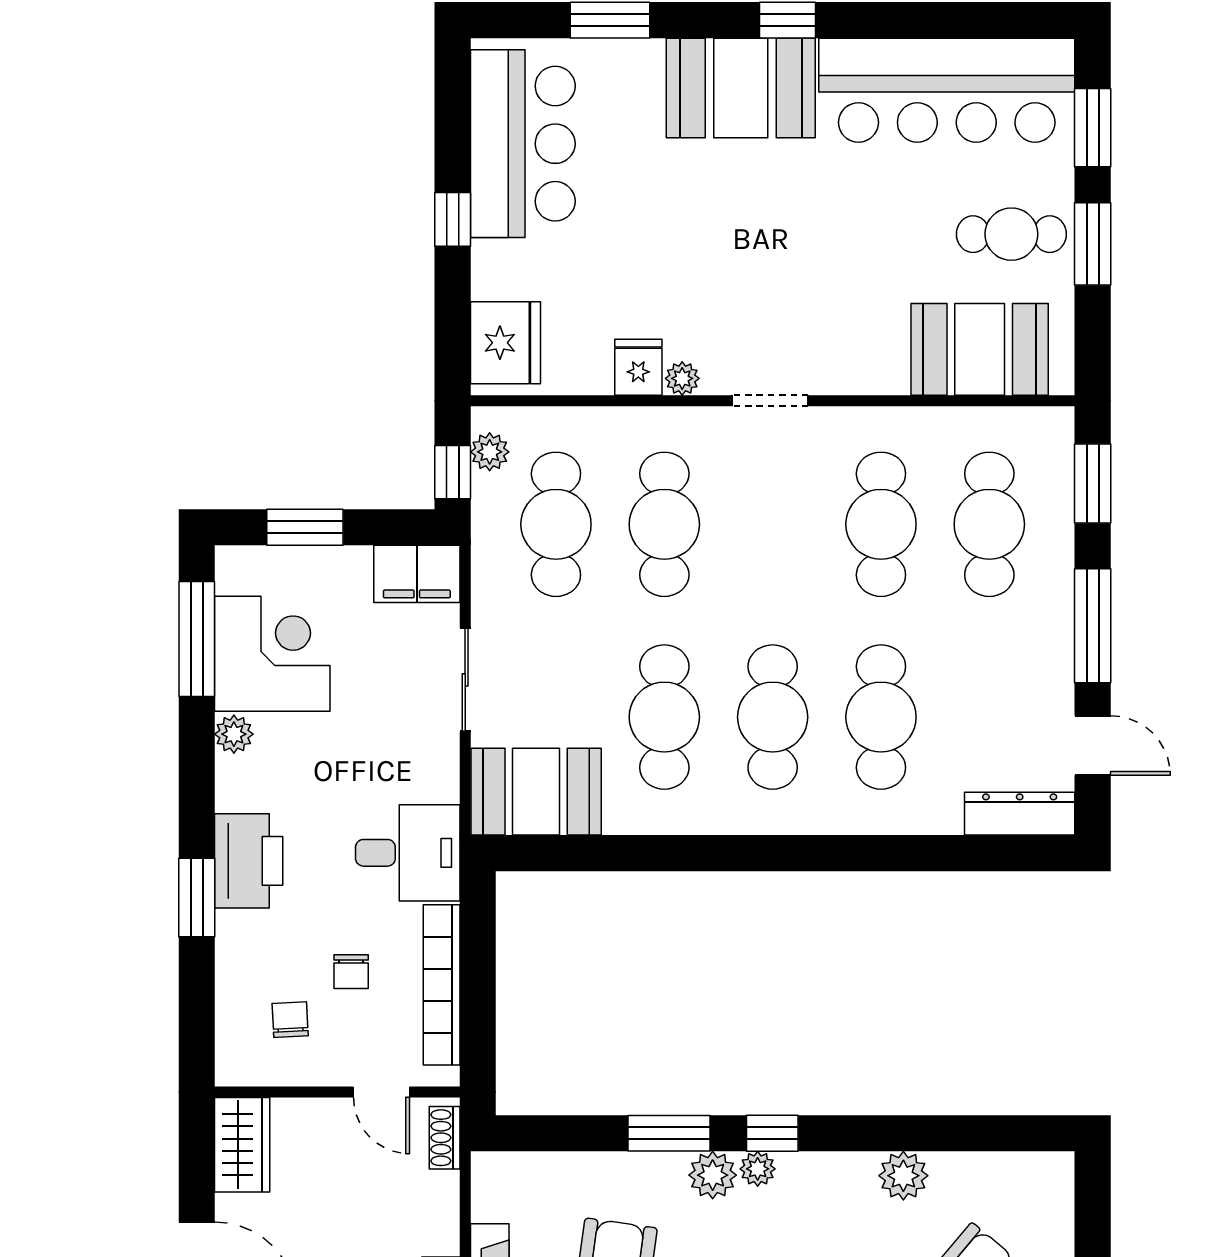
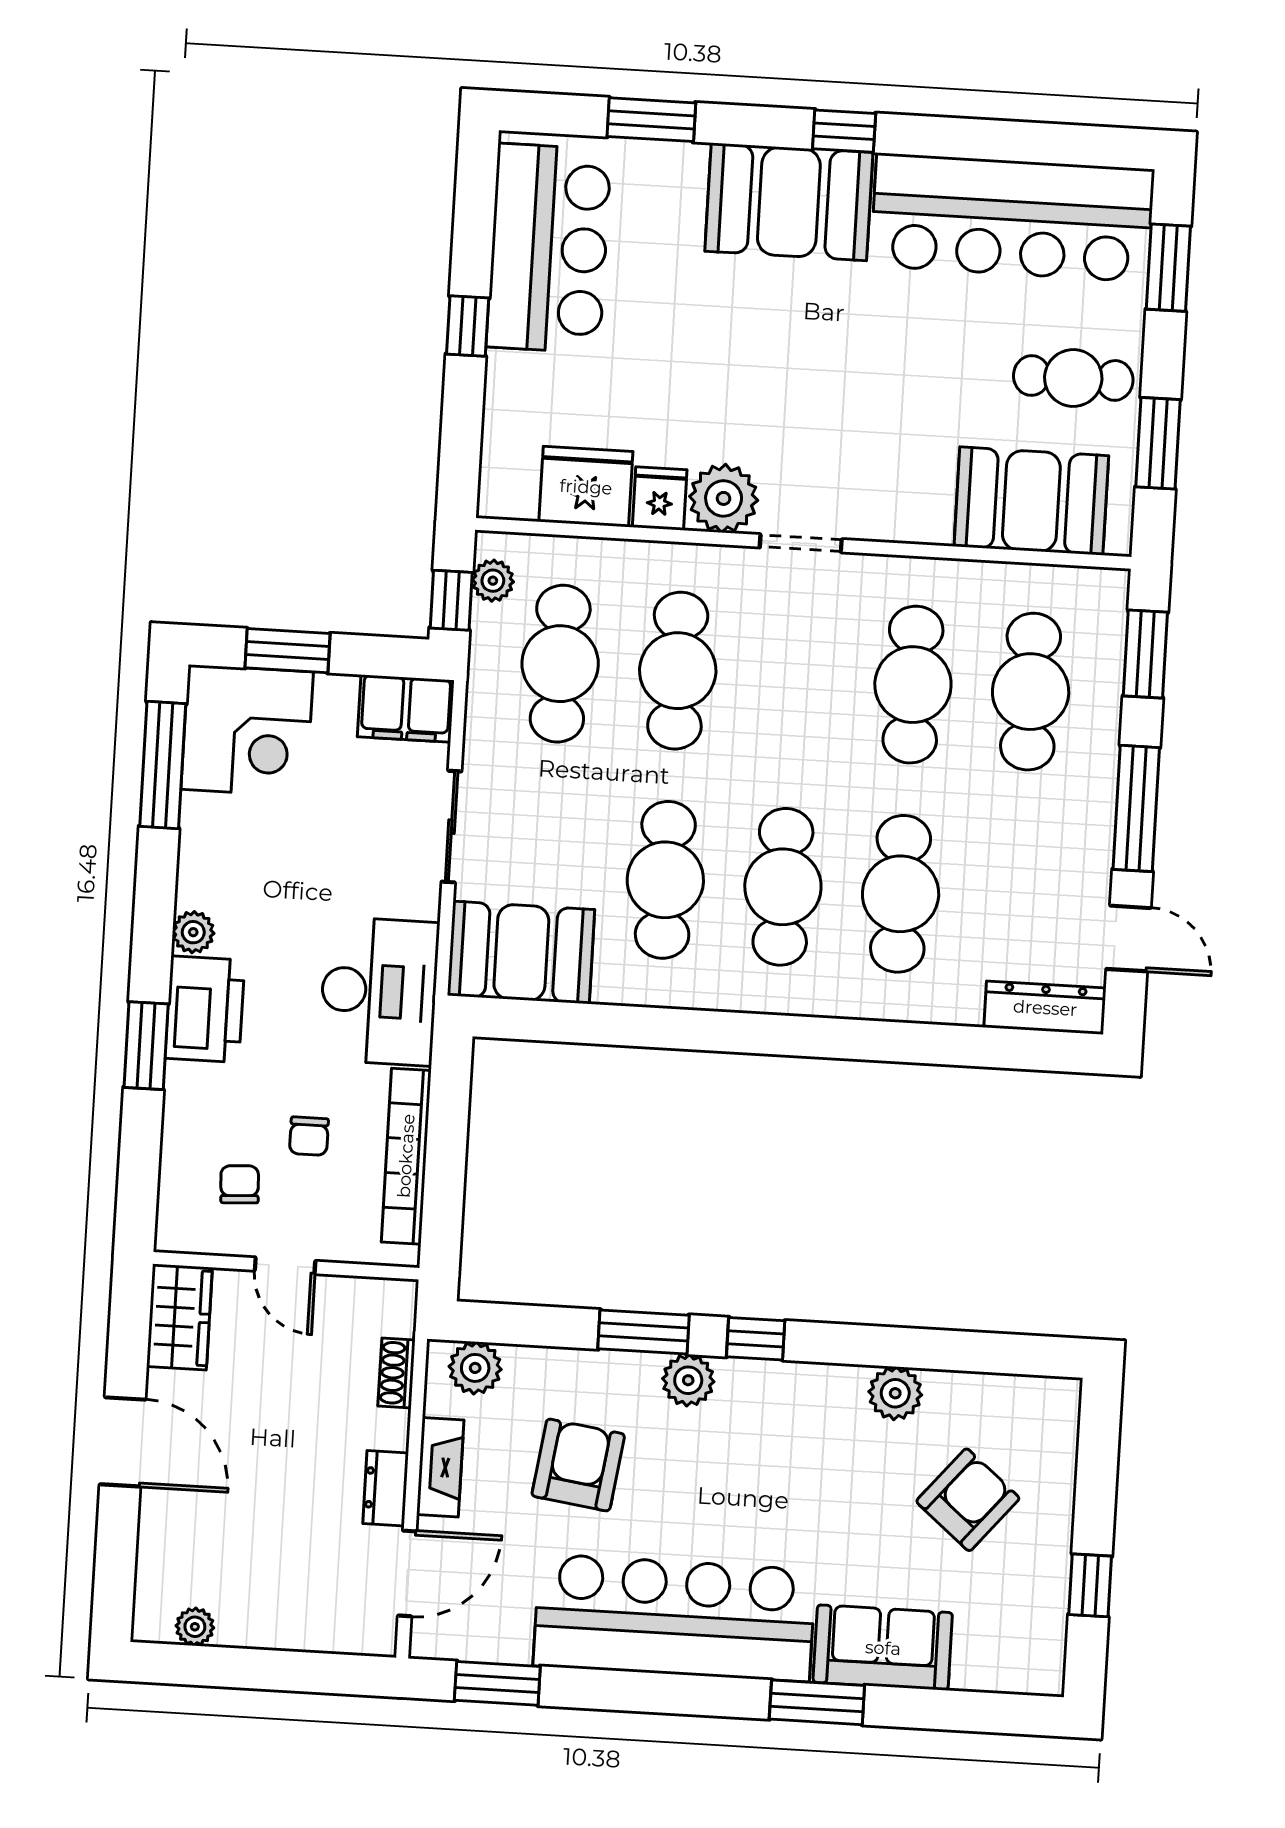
window: (1093, 244) -> (1158, 443), moved
fridge: (505, 343) -> (586, 487), moved, turned -90
plant: (682, 378) -> (724, 498), width x1.88, depth x1.88
corner desk: (272, 654) -> (247, 731), moved, turned 90
plant: (234, 734) -> (193, 932), moved
desk: (408, 853) -> (379, 991), width x1.37
door: (382, 1092) -> (285, 1266), moved
shoe rack: (445, 1138) -> (397, 1373), moved
plant: (758, 1169) -> (475, 1368), moved, width x1.38, depth x1.38

